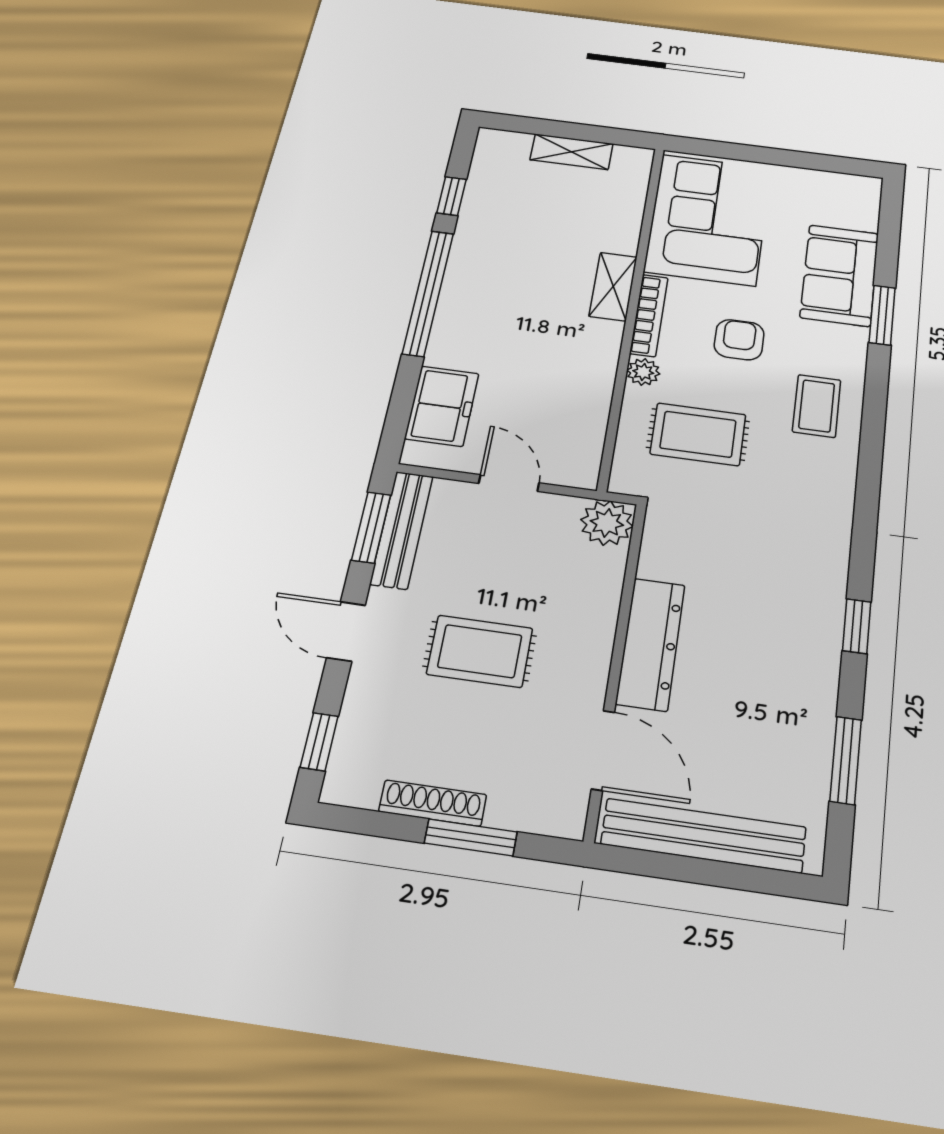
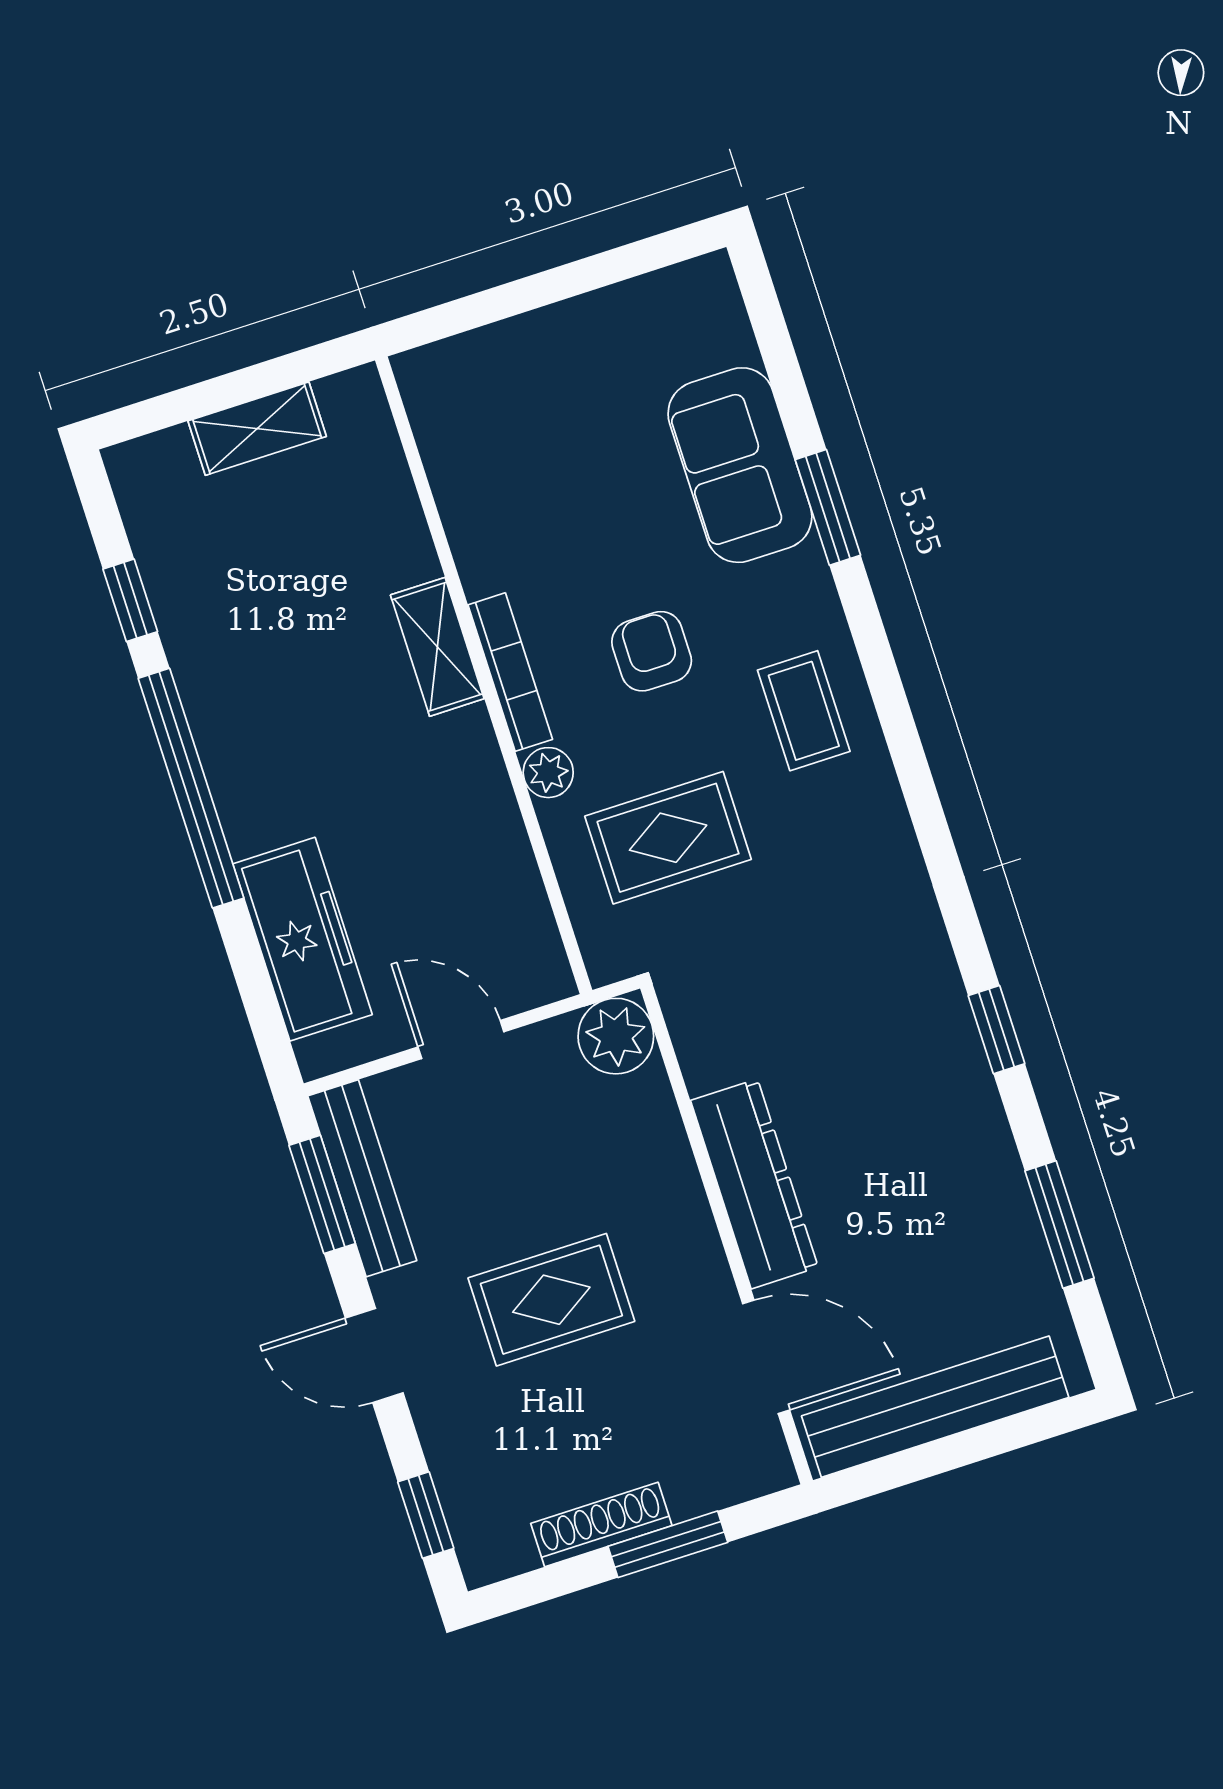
corner sofa: (708, 219) -> (512, 456), removed
freezer: (442, 406) -> (302, 939), width x1.40

